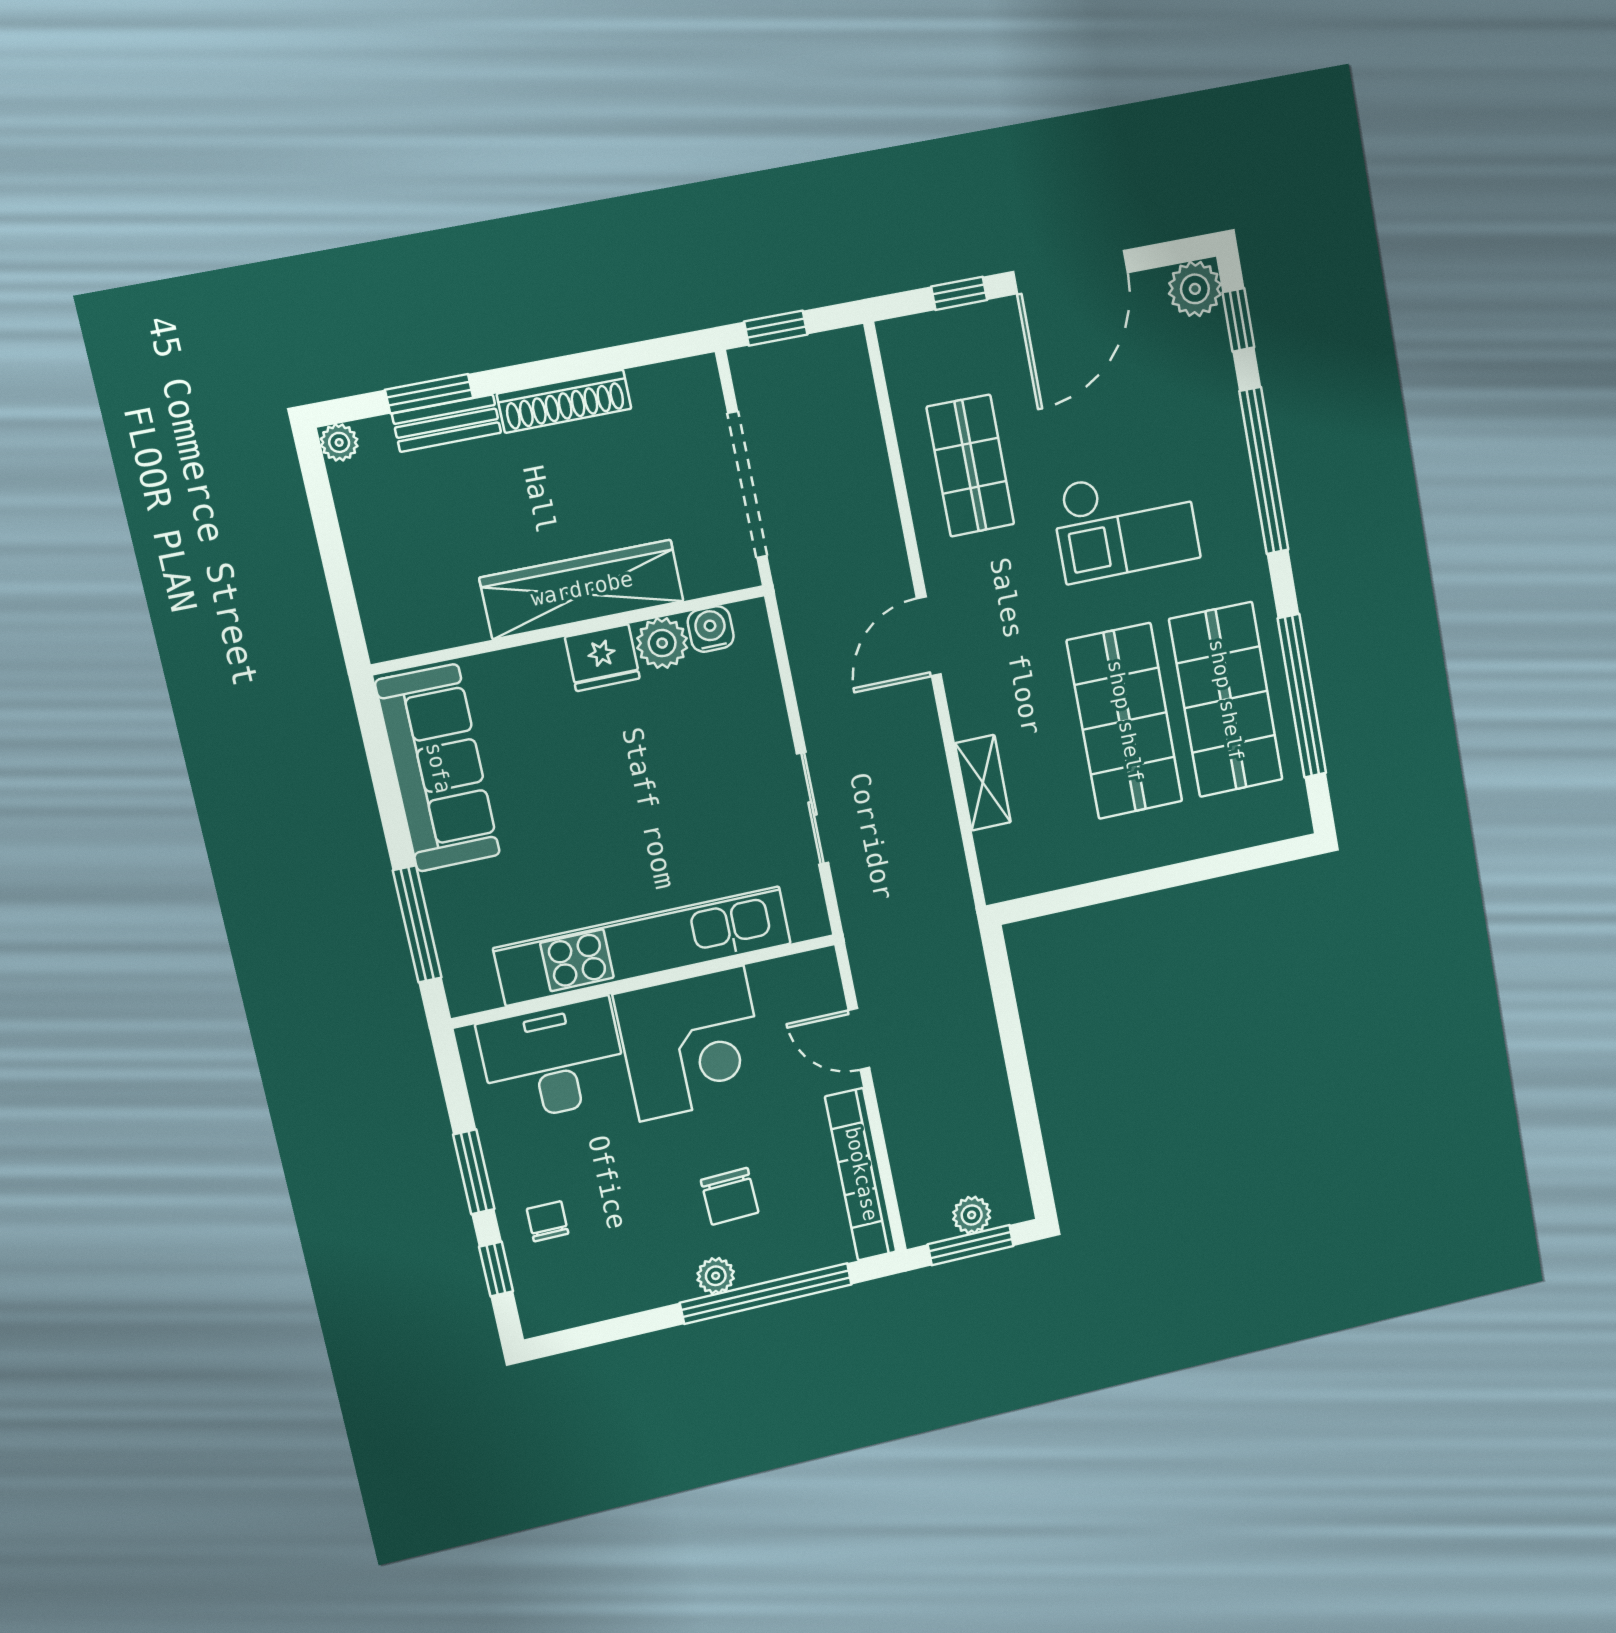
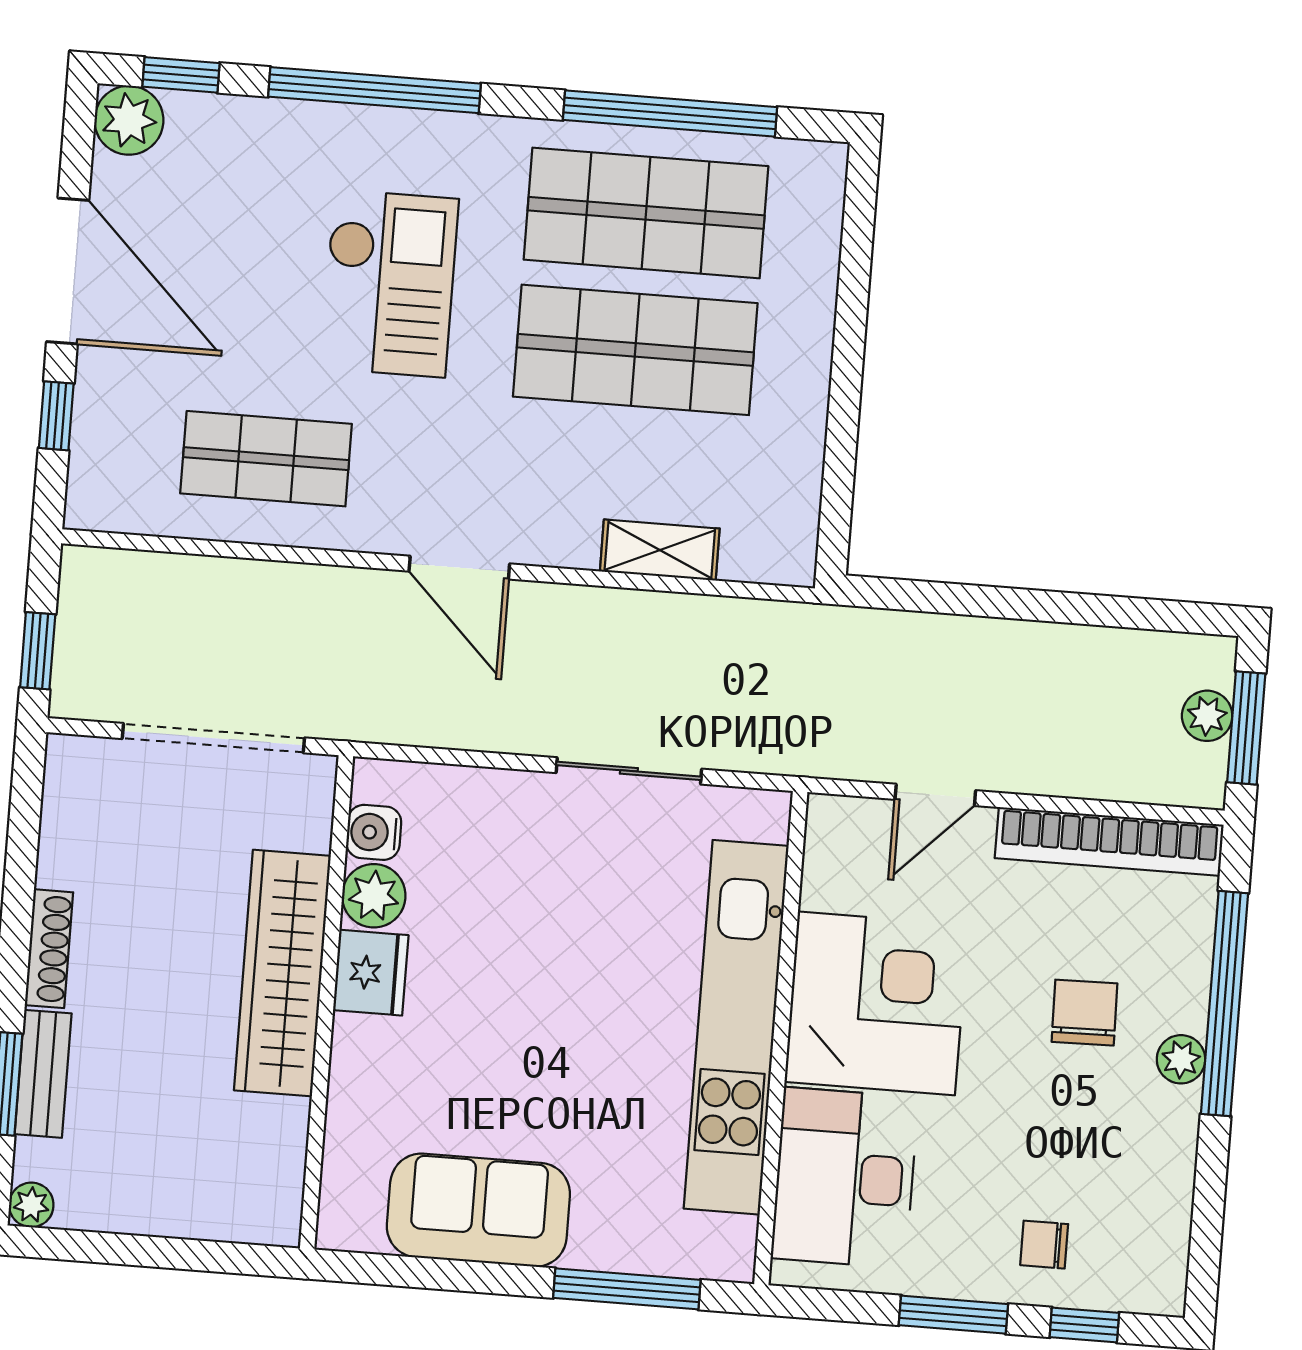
shoe rack: (564, 401) -> (49, 949), width x0.74, depth x0.81
sofa: (438, 768) -> (478, 1210), width x0.73
chair: (730, 1196) -> (1085, 1013), turned -89

